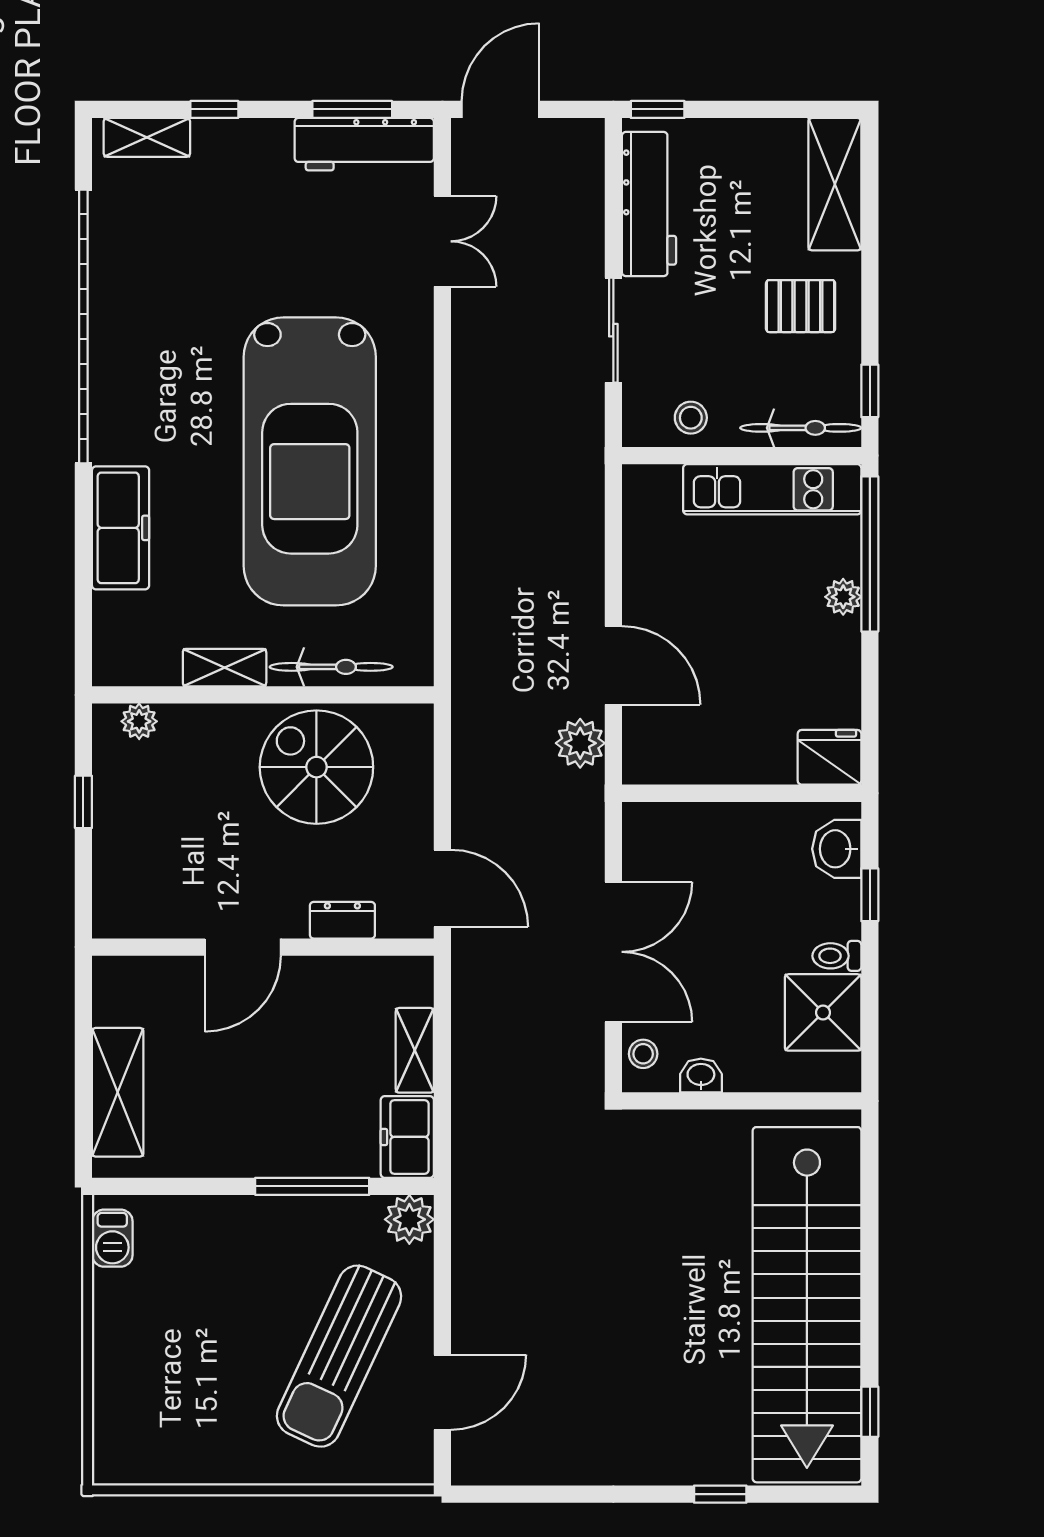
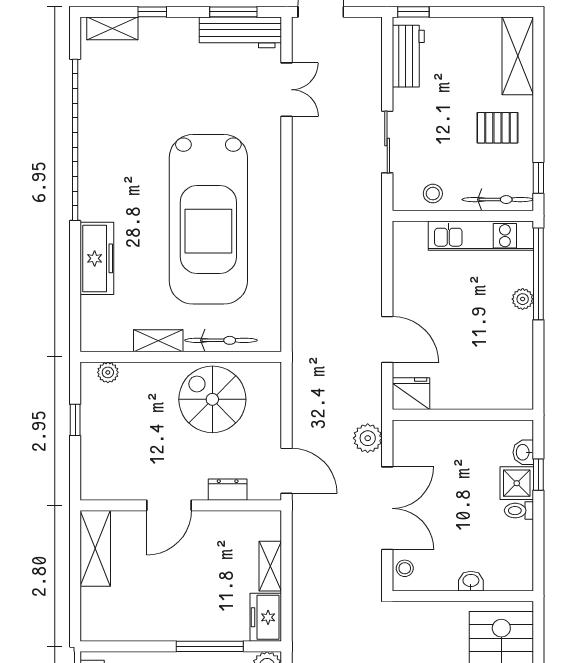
workbench: (649, 204) -> (408, 56), width x0.73
plant: (580, 743) -> (368, 438), moved
fridge: (829, 757) -> (411, 394), moved
washbasin: (837, 849) -> (523, 452), width x0.72, depth x0.69
shower: (823, 1012) -> (517, 483), moved, width x0.73, depth x0.73
washbasin: (701, 1075) -> (471, 581), moved
shelving: (118, 1092) -> (95, 548), moved

